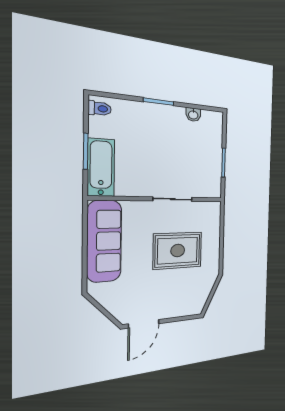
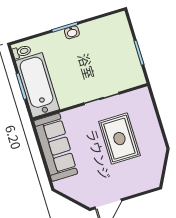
washbasin: (193, 115) -> (72, 32), moved
bathtub: (101, 168) -> (37, 85), width x1.36, depth x1.36
rug: (178, 251) -> (119, 139), turned 90

